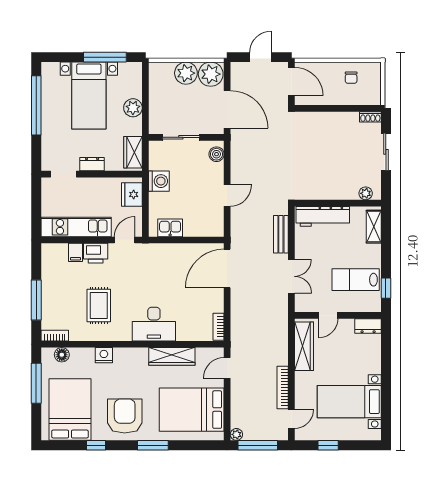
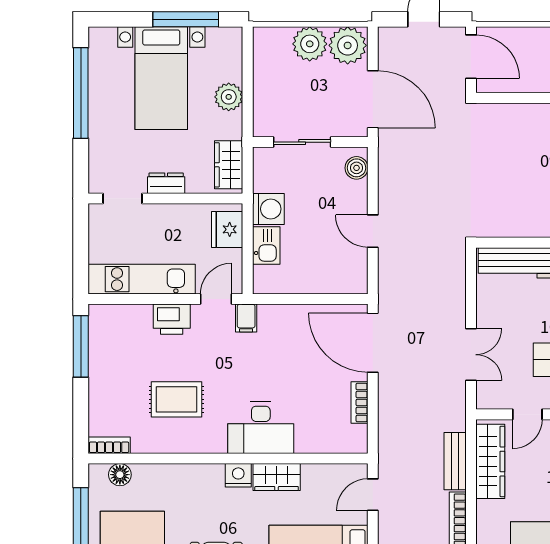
door: (227, 196) -> (373, 231), swing flipped
kitchen sink: (170, 228) -> (266, 245), moved, turned 90
bench: (281, 234) -> (455, 461), moved
filing cabinet: (75, 252) -> (246, 318), moved
door: (227, 269) -> (373, 343), hinge flipped
window: (36, 300) -> (81, 346), moved
rug: (99, 306) -> (176, 399), turned 90
bookcase: (218, 327) -> (360, 403), moved
nightstand: (104, 355) -> (238, 475), moved
wardrobe: (172, 356) -> (277, 477), width x0.67

